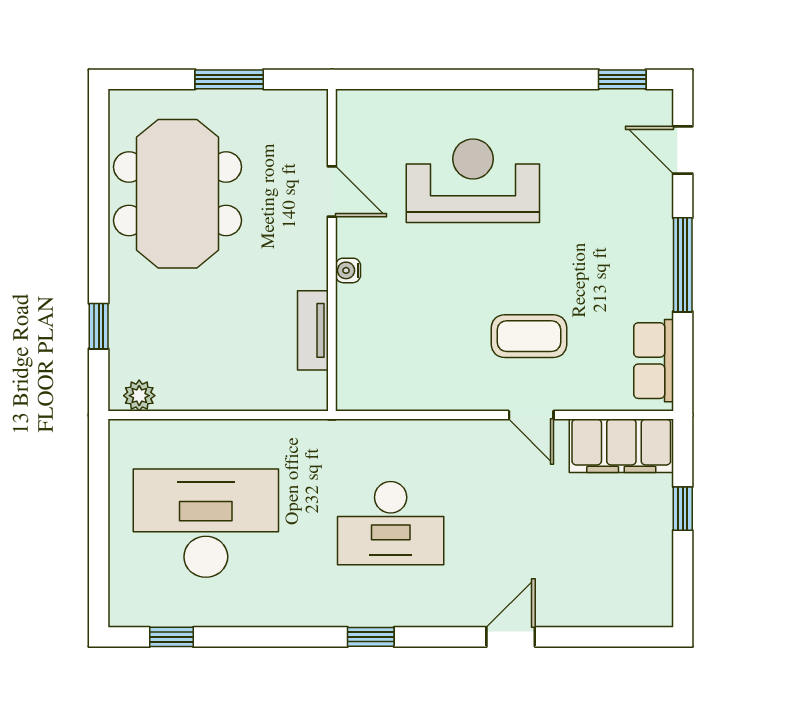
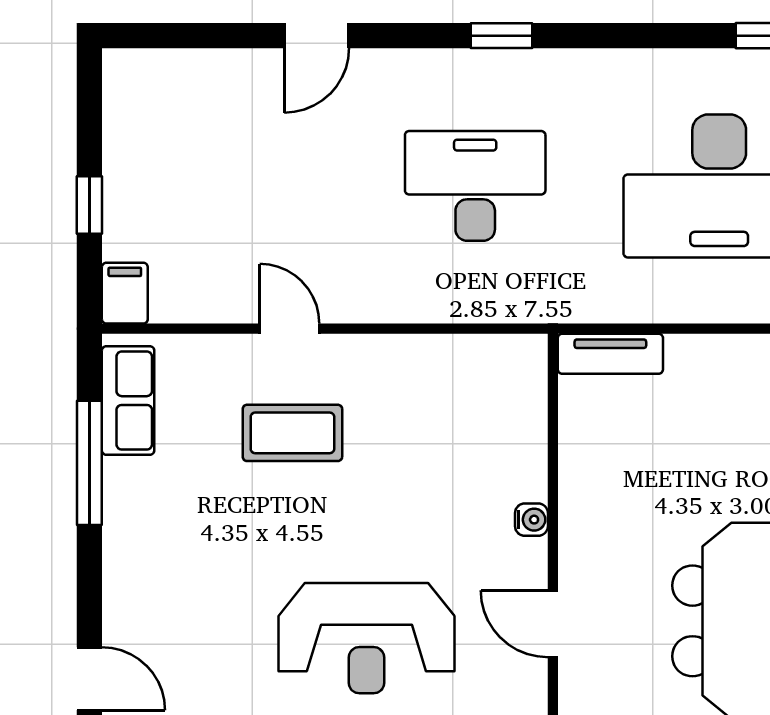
window: (683, 265) -> (89, 463), moved
tv unit: (313, 330) -> (610, 354), moved, turned 90
filing cabinet: (621, 446) -> (125, 293), width x0.33, depth x0.86

